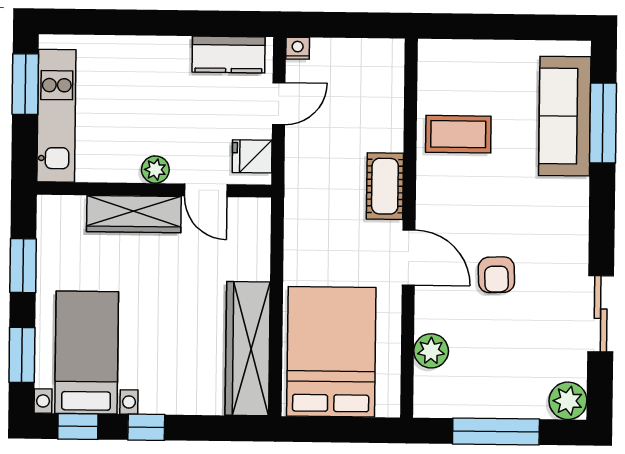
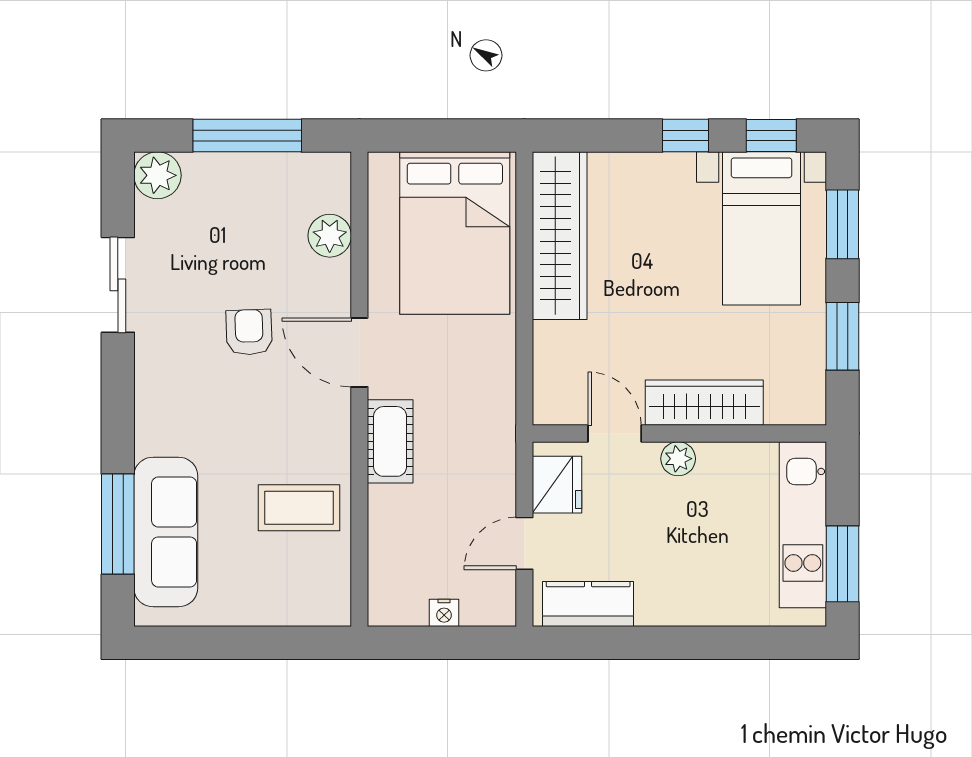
nightstand: (298, 48) -> (444, 613), moved
fridge: (252, 156) -> (557, 485), width x1.38

